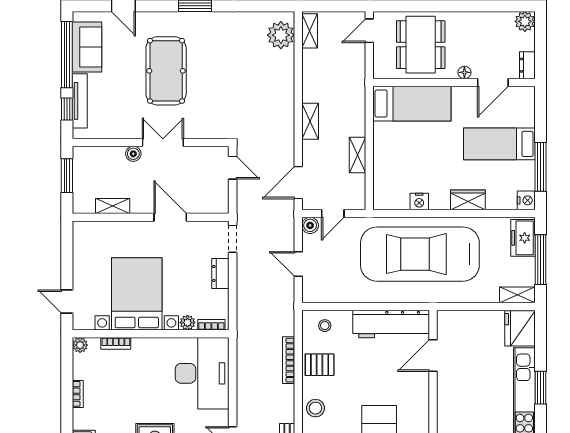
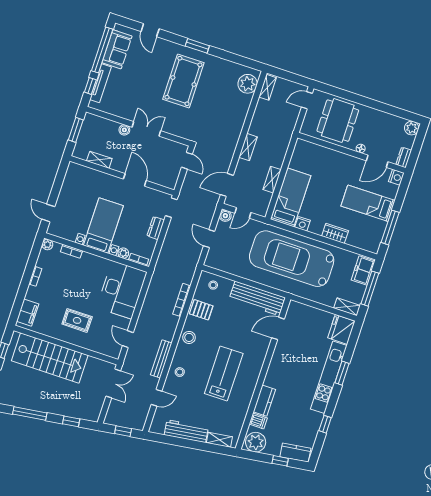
pool table: (166, 71) -> (183, 81), moved
bed: (412, 104) -> (291, 197), moved, turned -90
nightstand: (526, 200) -> (396, 177), moved
bed with nightstands: (137, 294) -> (103, 225), width x0.73

